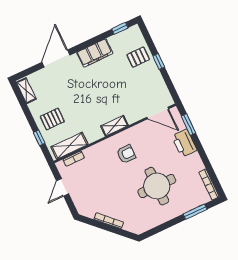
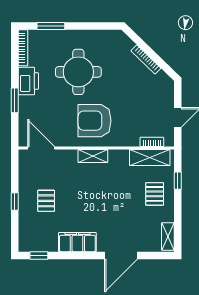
pallet: (138, 57) -> (46, 201), moved, turned 90
pallet: (52, 119) -> (155, 194), turned 90
window: (188, 125) -> (15, 100), moved
printer: (184, 143) -> (28, 81), moved
armchair: (126, 154) -> (94, 121), width x1.88, depth x1.88

